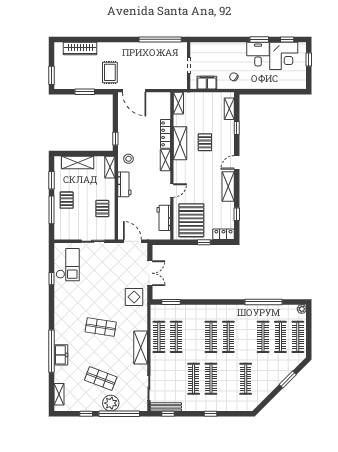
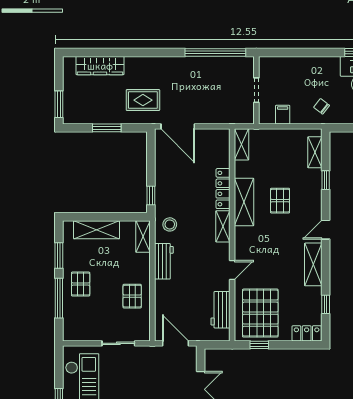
rug: (110, 72) -> (143, 100), turned 90
filing cabinet: (207, 83) -> (283, 115), width x0.50
window: (204, 242) -> (259, 345), moved

